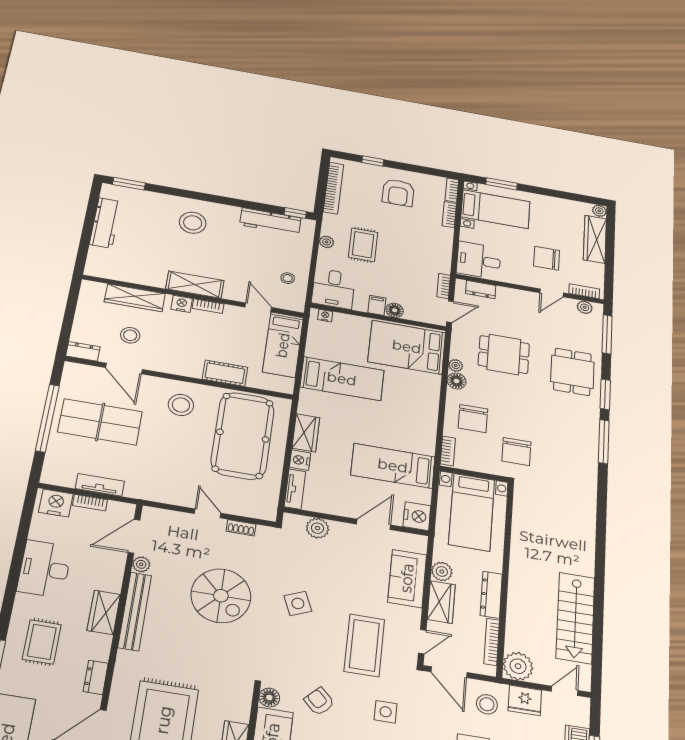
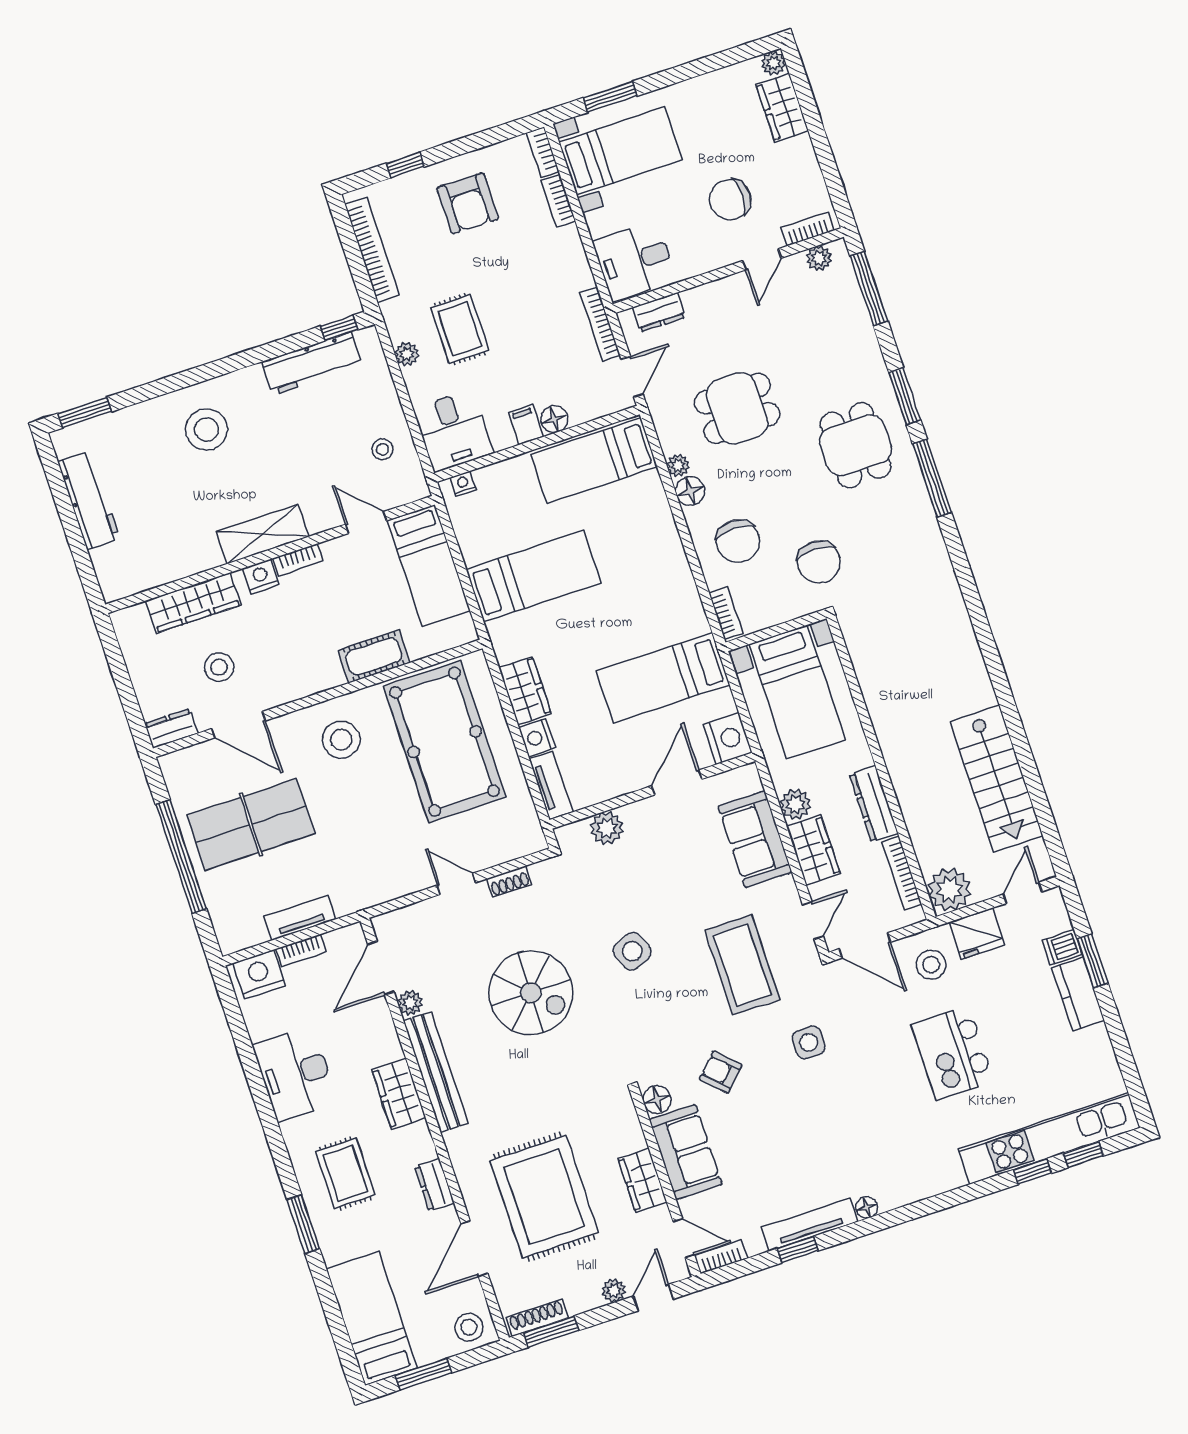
wardrobe: (595, 239) -> (782, 108), width x0.67
bookcase: (444, 286) -> (600, 324), width x1.56
bed: (407, 347) -> (594, 461), width x0.67
dining table: (572, 372) -> (856, 445), moved

